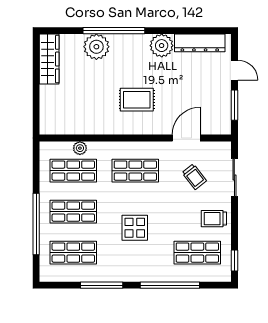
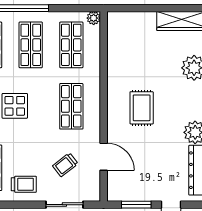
plant: (80, 148) -> (94, 18), moved
trolley: (214, 219) -> (24, 184), turned 90

